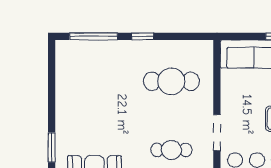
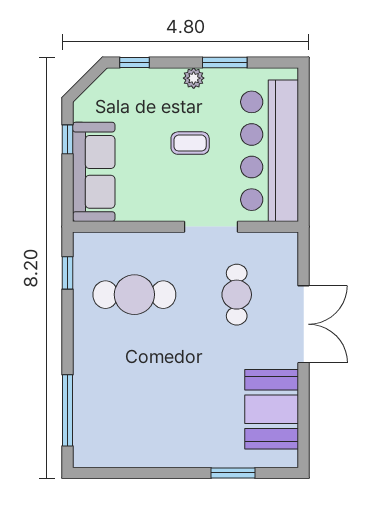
window: (143, 36) -> (68, 273), moved
cafe table: (171, 81) -> (134, 295), turned 90

